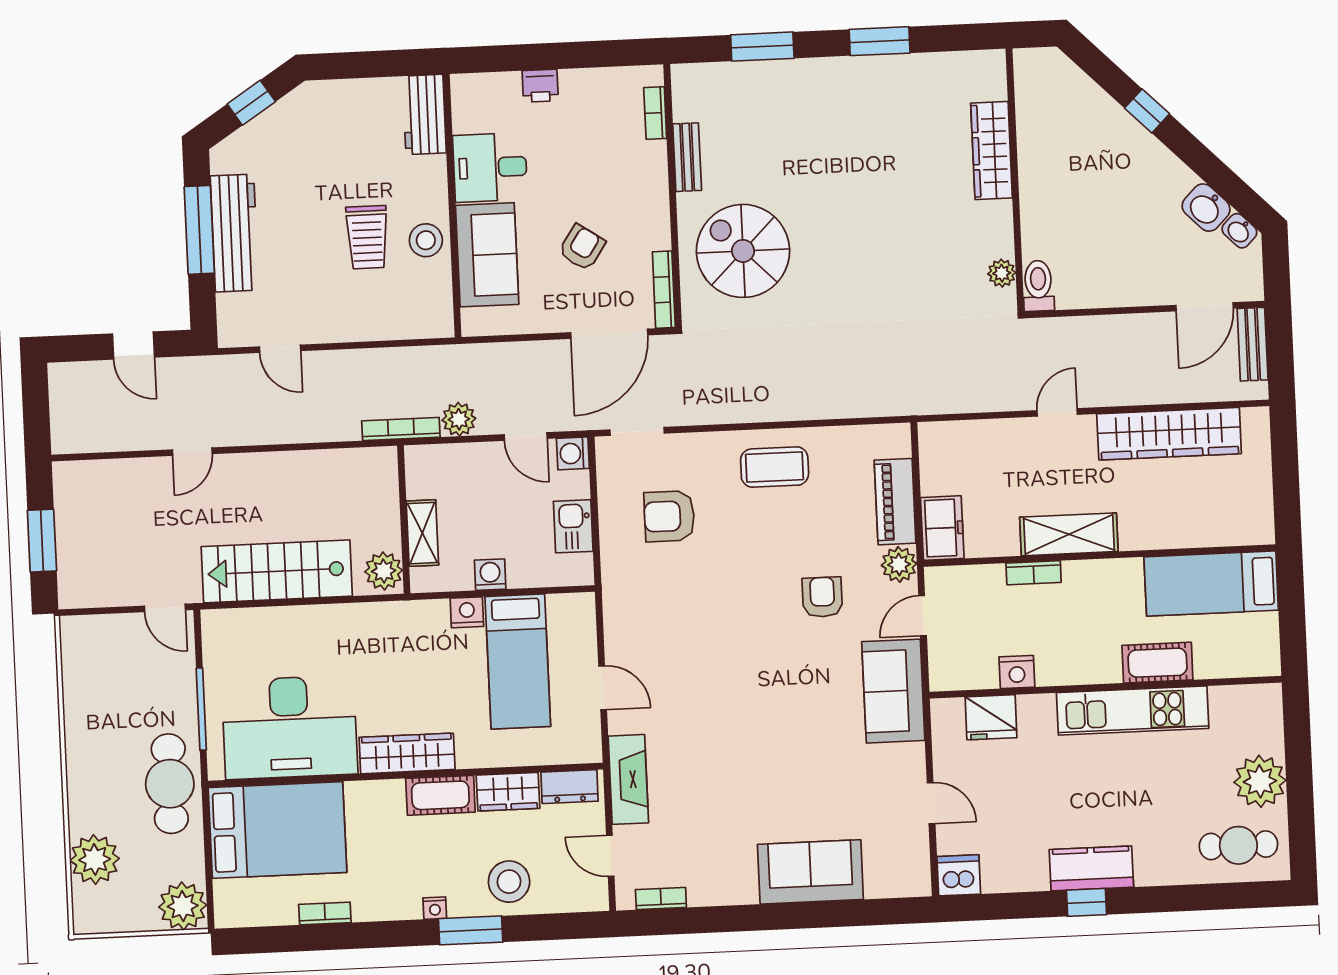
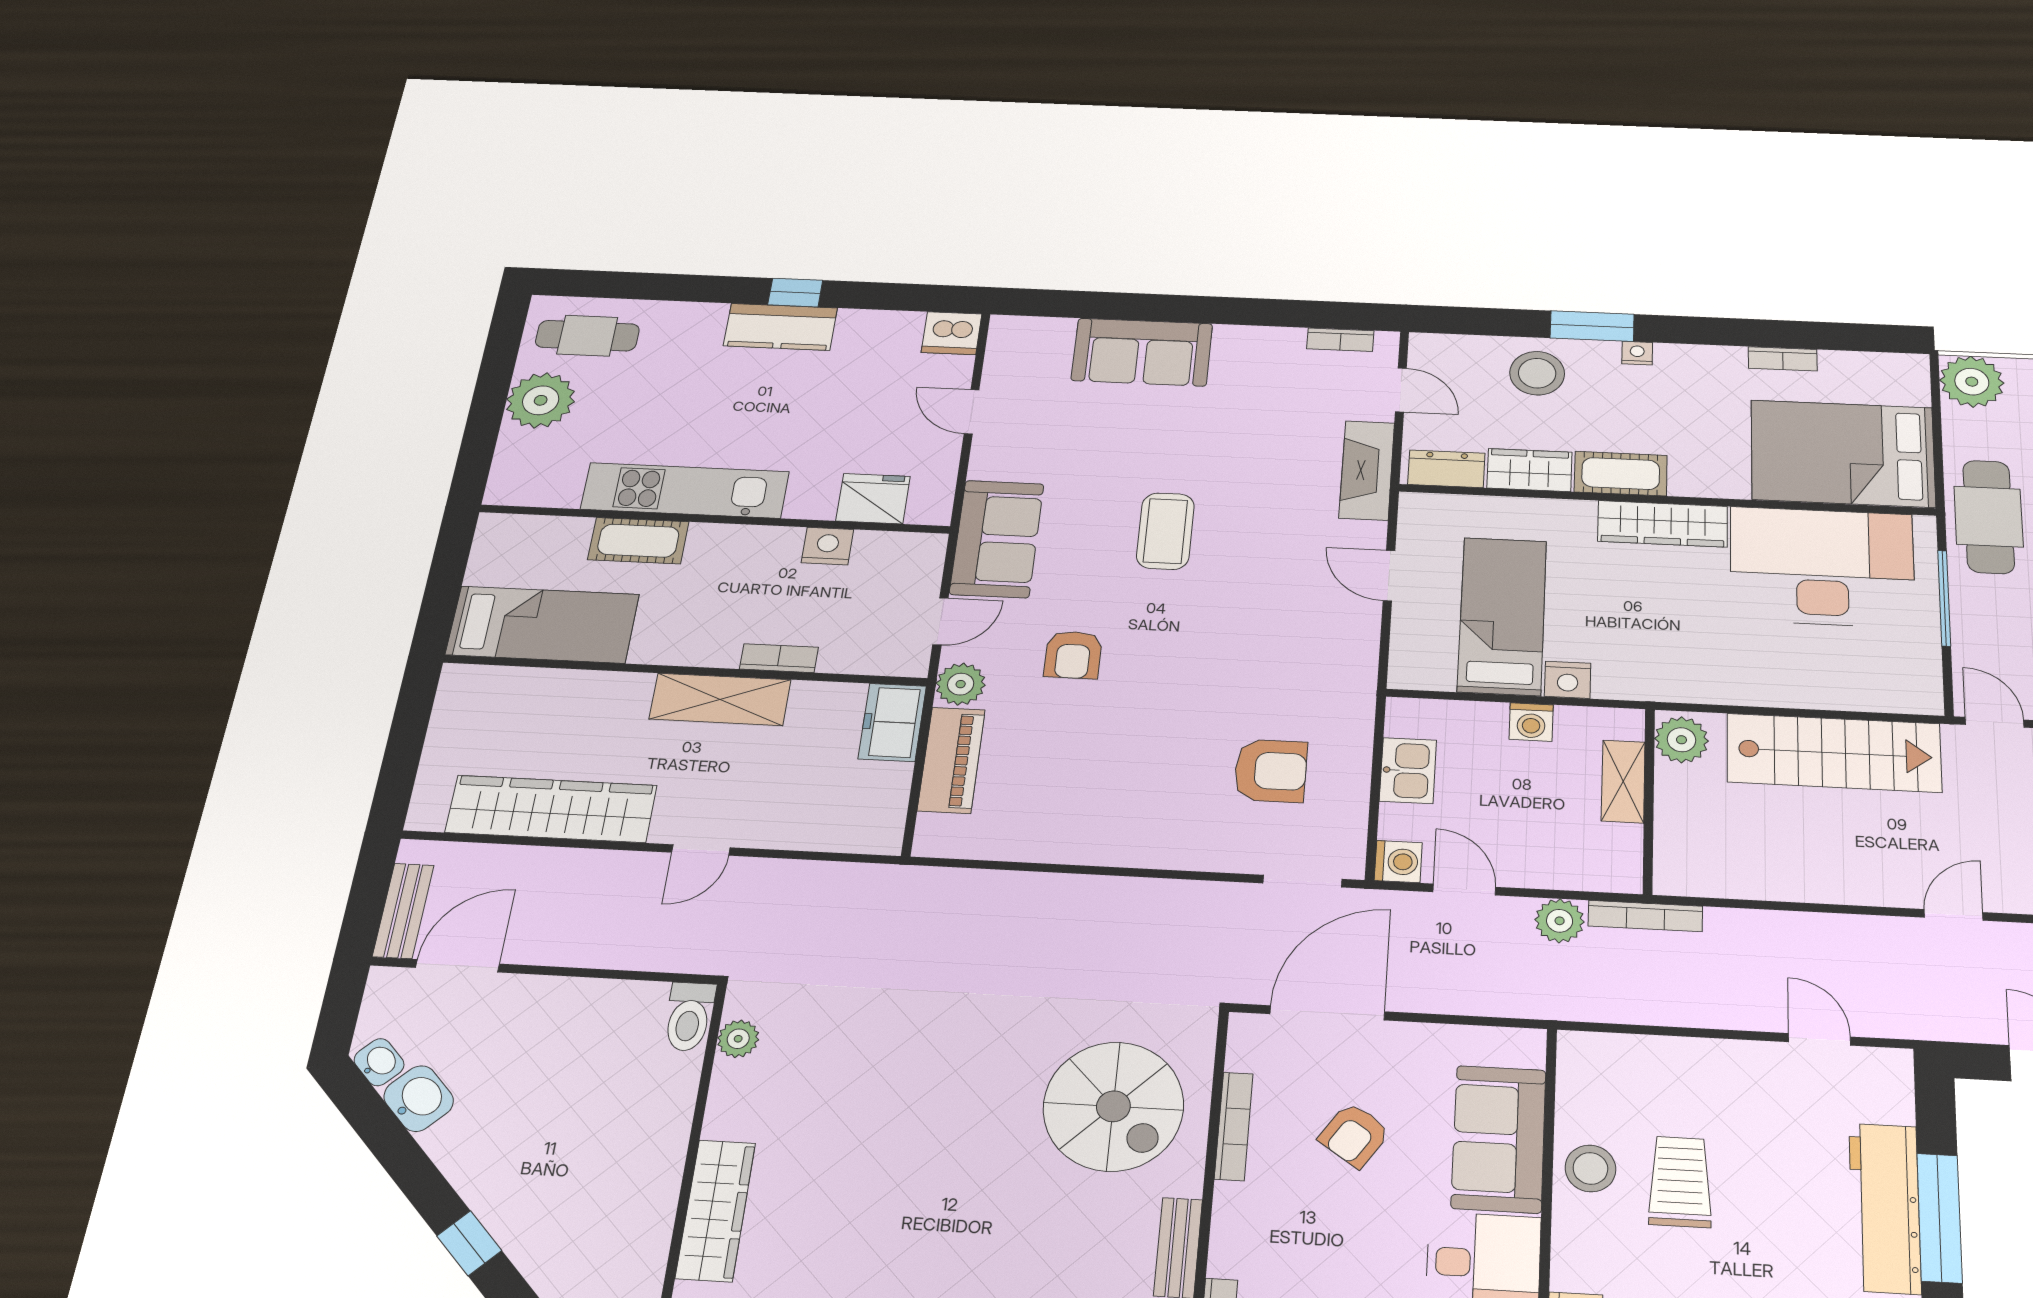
bookcase: (664, 290) -> (1234, 1126), moved
coffee table: (775, 467) -> (1165, 531), moved, turned 90

